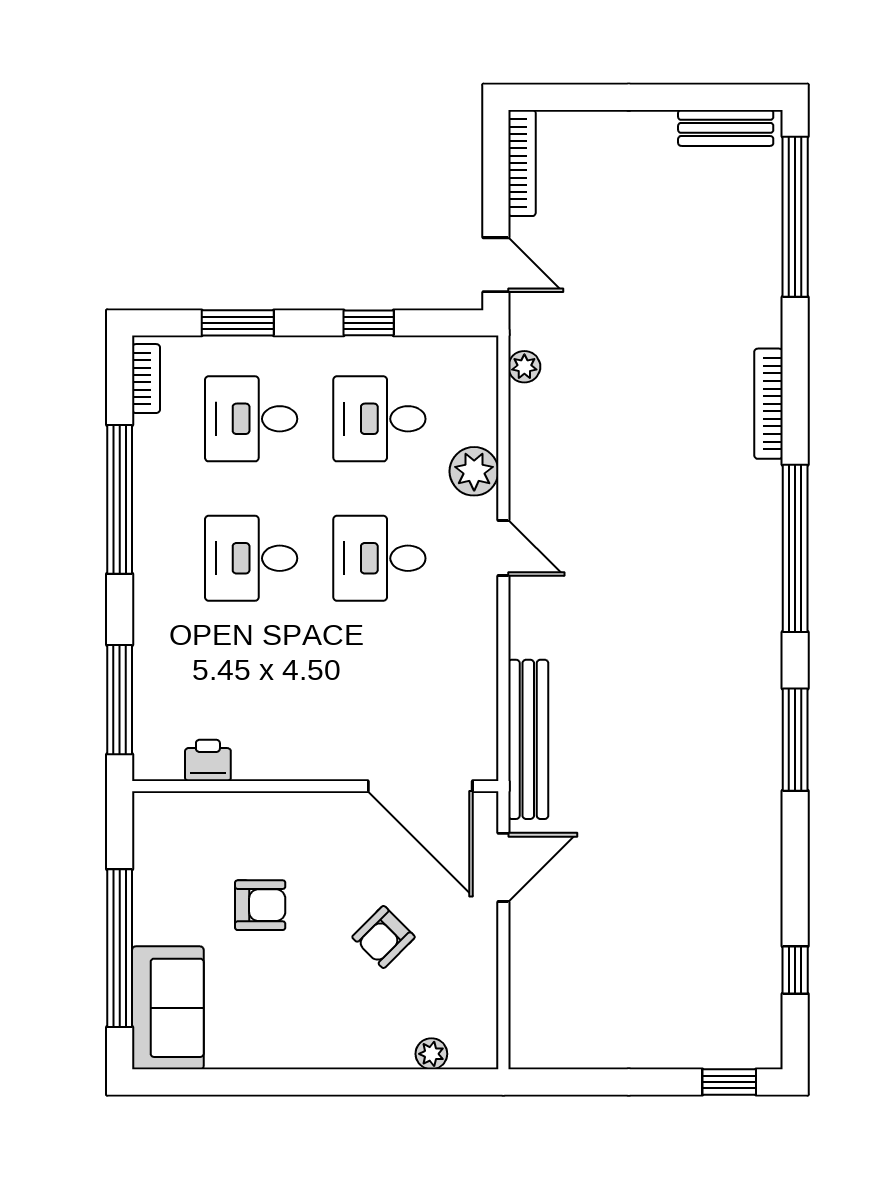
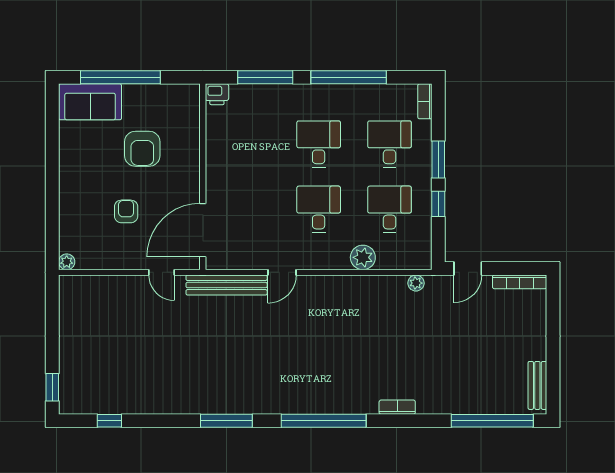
window: (238, 323) -> (438, 159), moved
bookcase: (146, 379) -> (425, 101), moved, turned 90
bookcase: (768, 404) -> (397, 407), width x0.64
door: (503, 548) -> (282, 272), moved
window: (120, 700) -> (265, 77), moved
printer: (208, 760) -> (217, 94), moved, turned 90
door: (503, 867) -> (161, 272), width x0.73
armchair: (260, 905) -> (142, 149), width x1.38, depth x1.38
armchair: (384, 937) -> (126, 211), turned 45
plant: (431, 1054) -> (67, 262), moved

